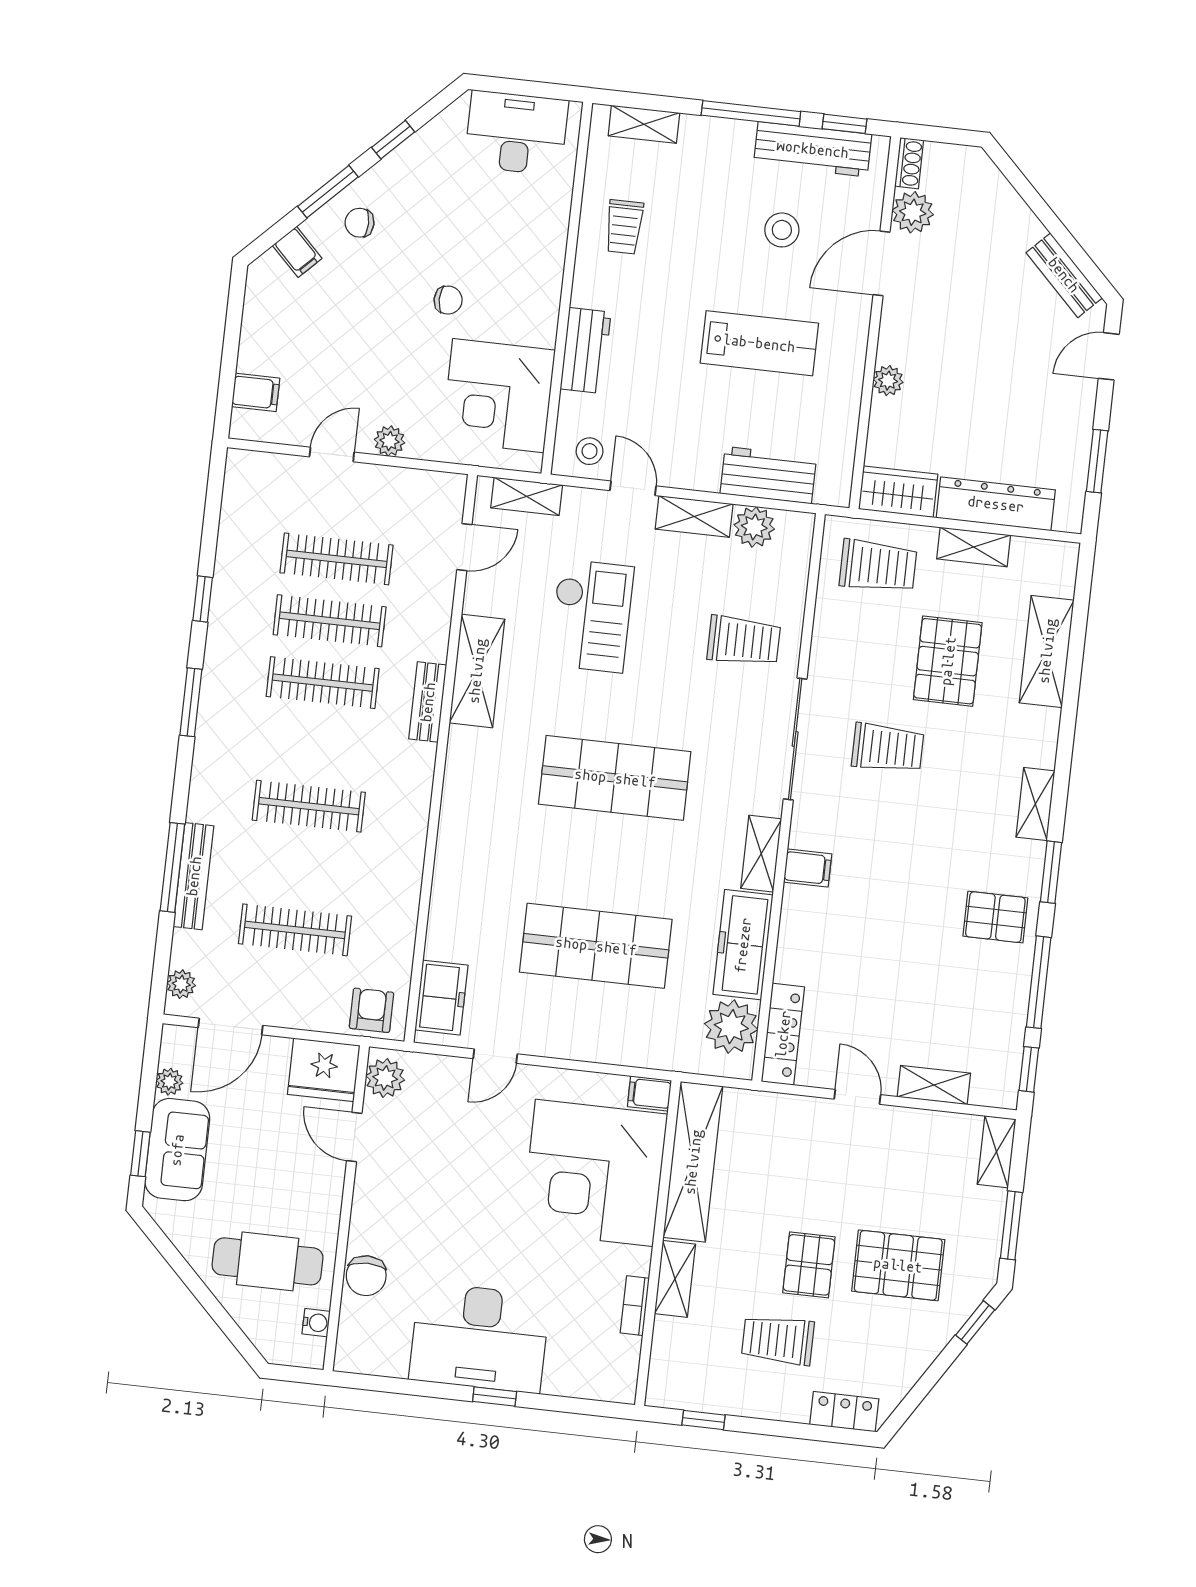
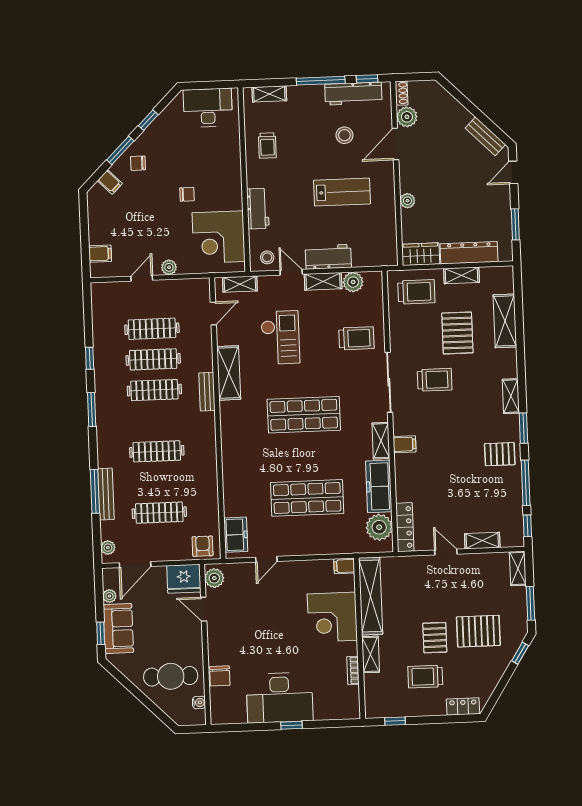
workbench: (768, 475) -> (328, 257), moved
corner desk: (594, 1173) -> (332, 617), width x0.74, depth x0.74

